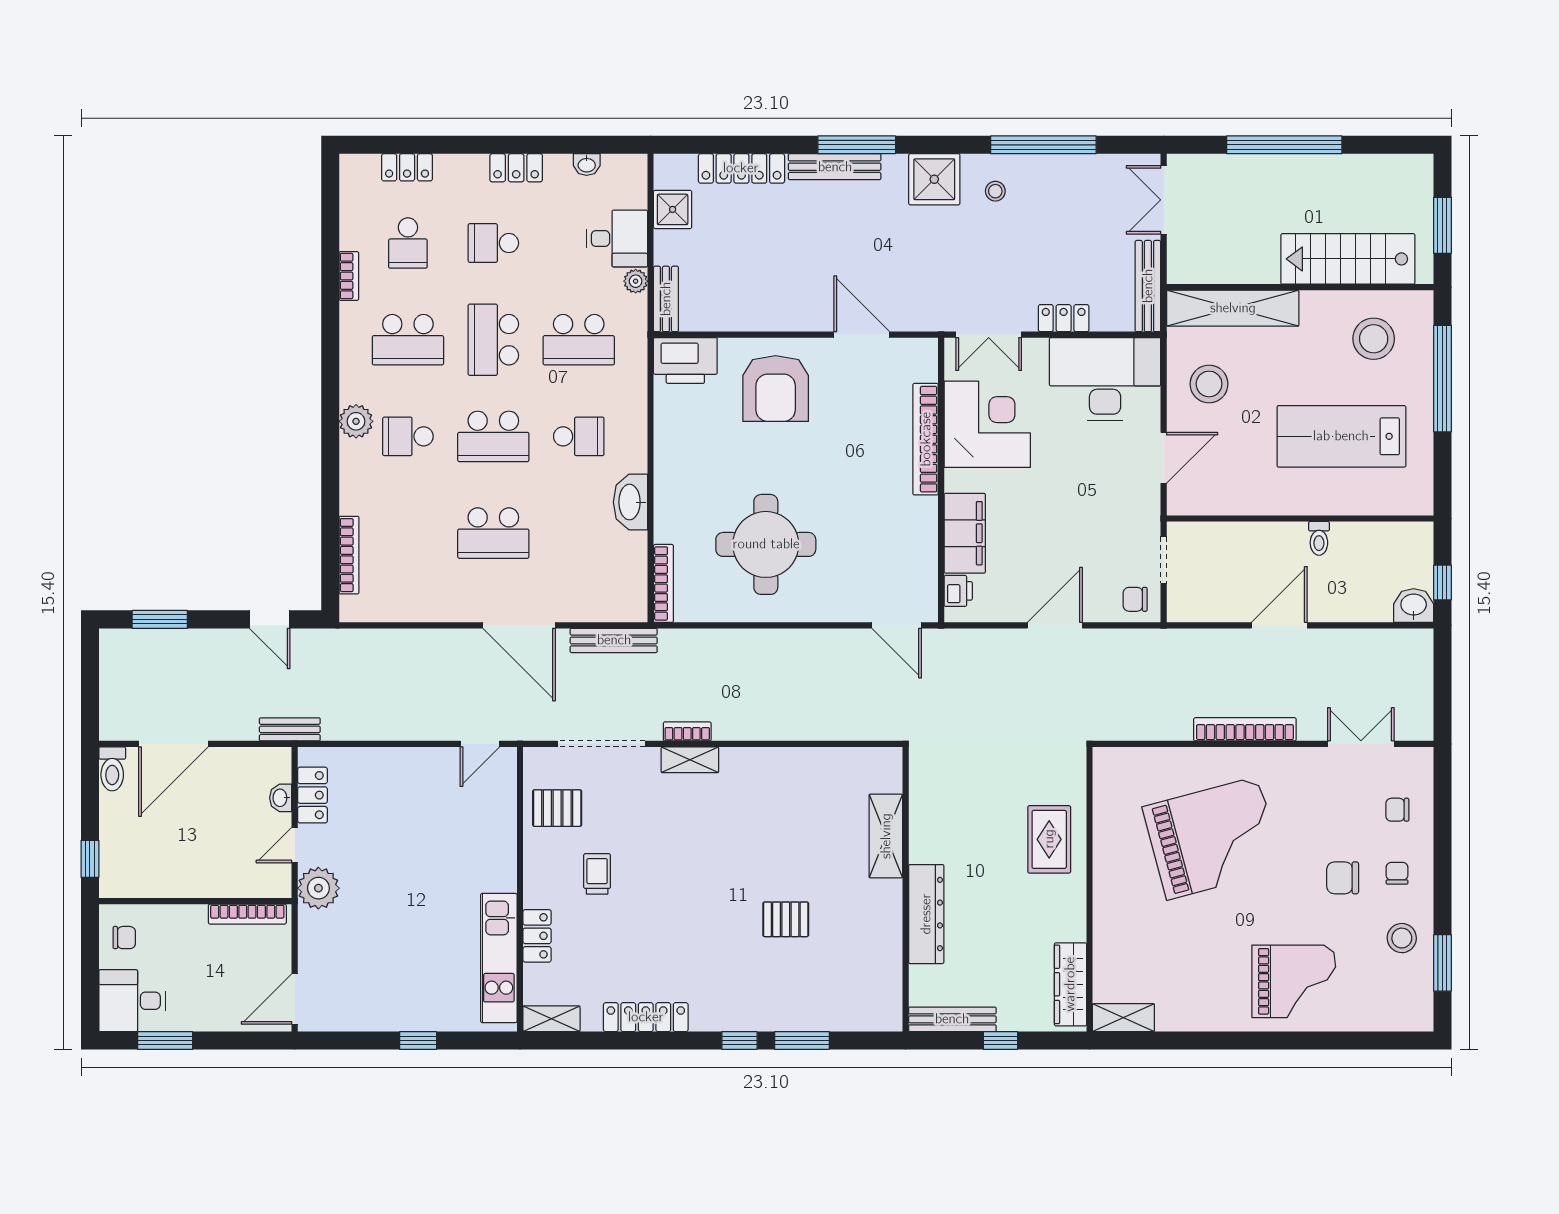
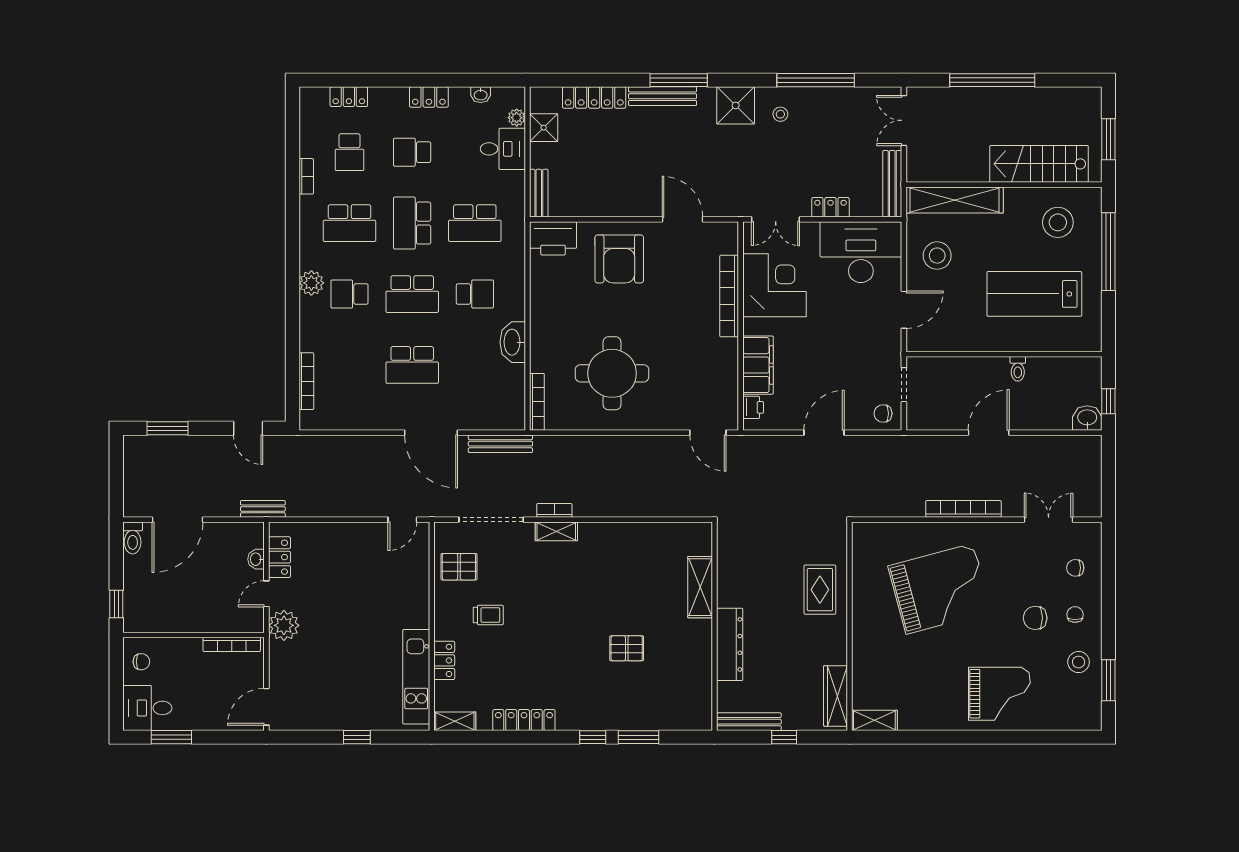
plant: (636, 281) -> (517, 118), moved
trolley: (597, 874) -> (488, 615), turned 90

